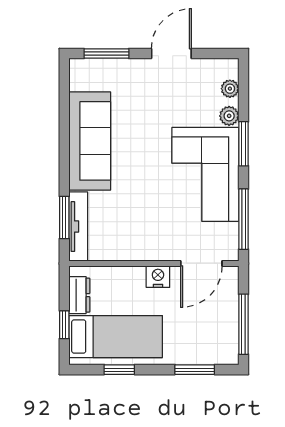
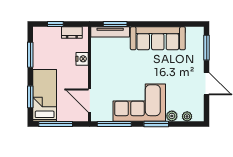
nightstand: (158, 277) -> (82, 59), moved
bed: (116, 337) -> (45, 95), moved, turned 180
window: (119, 370) -> (30, 55), width x1.50

